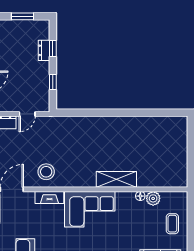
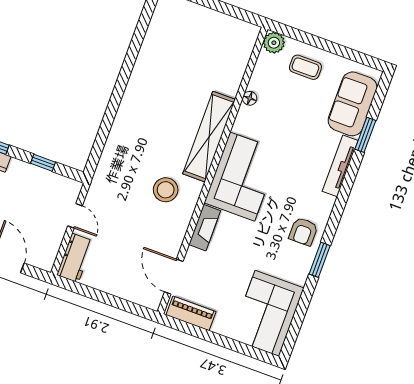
stool: (46, 172) -> (166, 190), moved
shelving: (116, 179) -> (209, 137), width x1.47
plant: (153, 198) -> (274, 43), moved

